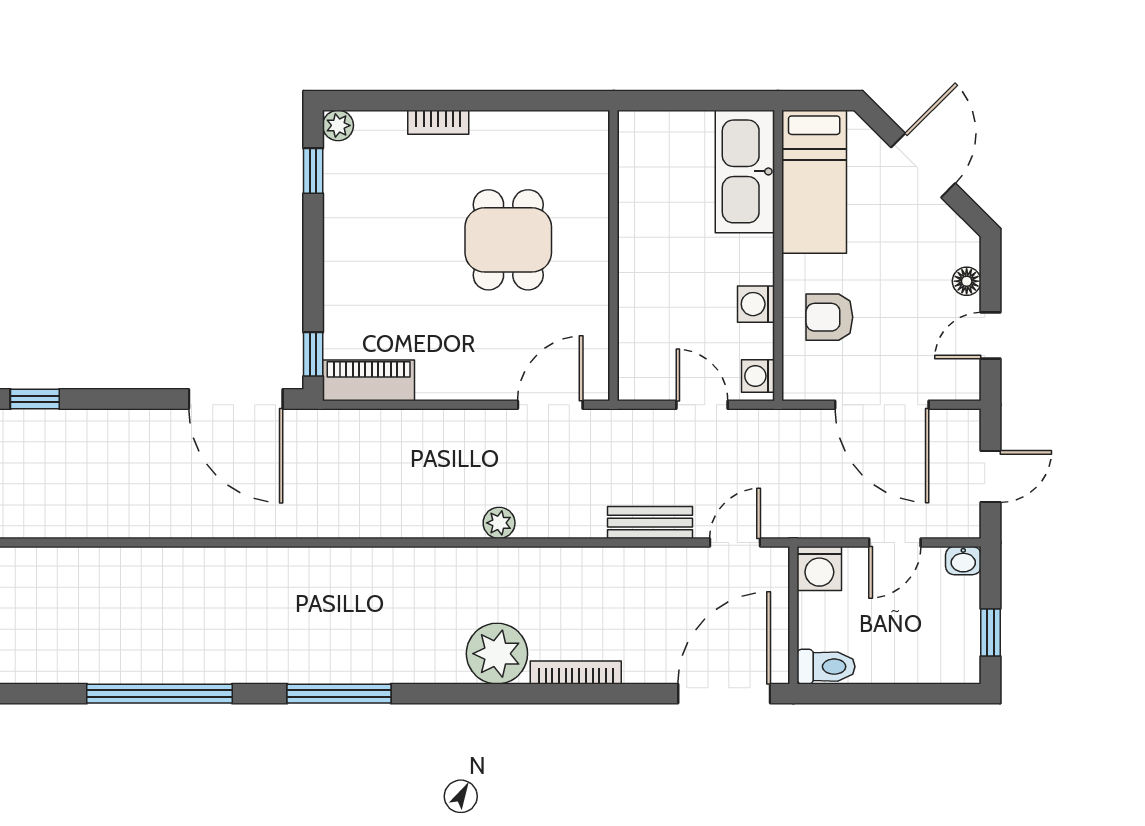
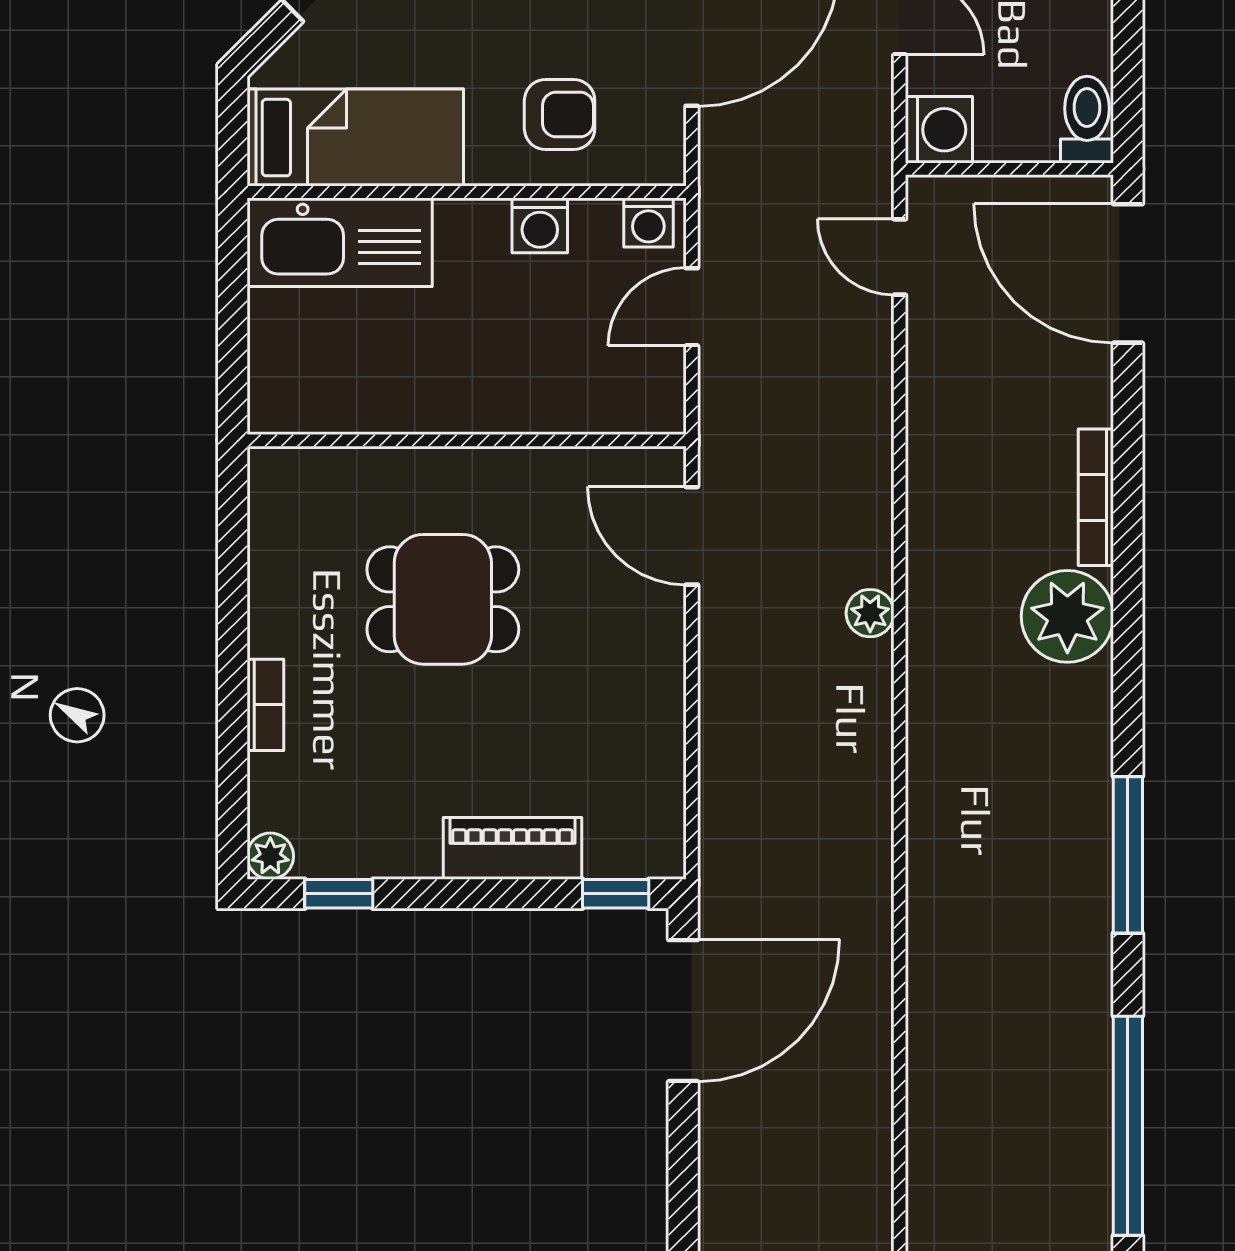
armchair: (829, 317) -> (560, 114), turned -90
piano: (369, 380) -> (513, 848), moved, turned 90
bench: (650, 523) -> (870, 385), removed

